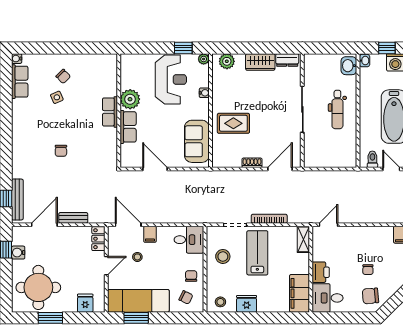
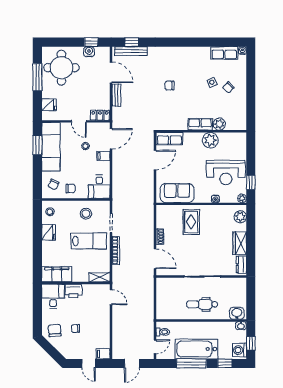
plant: (110, 88) -> (219, 124), added
row of seats: (128, 127) -> (169, 139), moved
window: (50, 318) -> (37, 77), width x1.44

